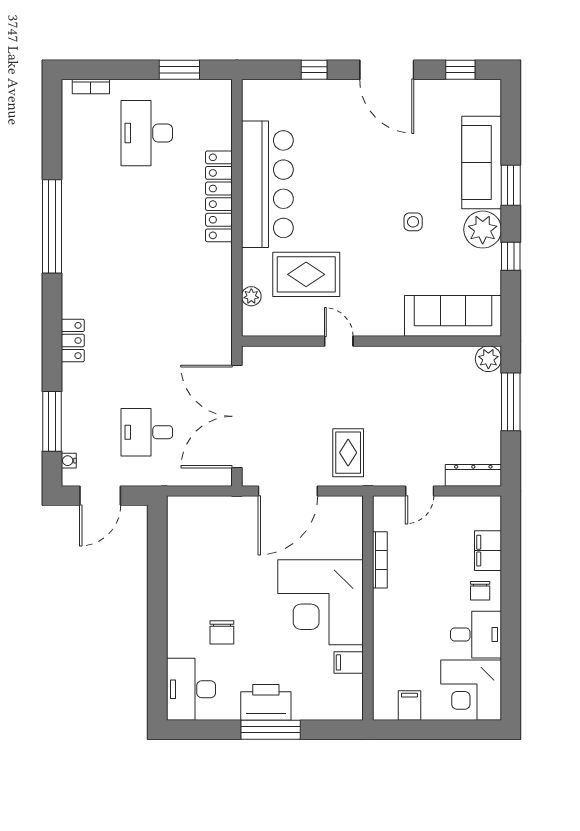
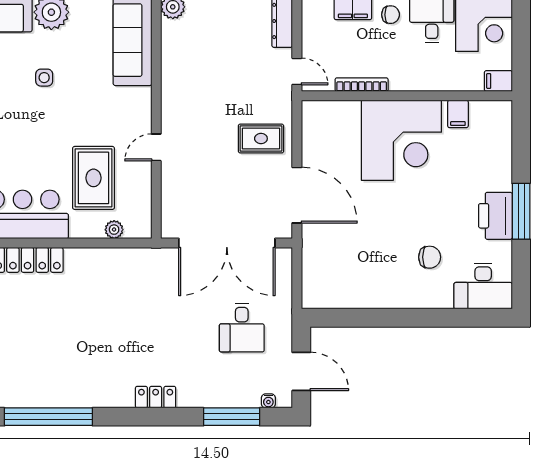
bookcase: (380, 560) -> (362, 85), moved
corner desk: (321, 602) -> (401, 140), moved
wall: (368, 608) -> (407, 96), moved
filing cabinet: (349, 662) -> (458, 114), moved

